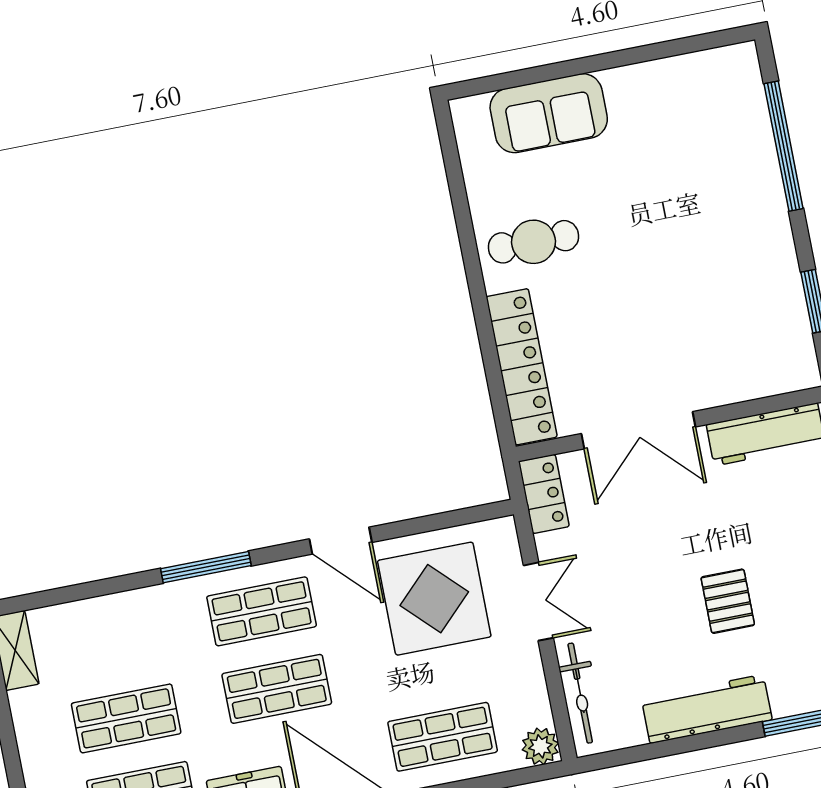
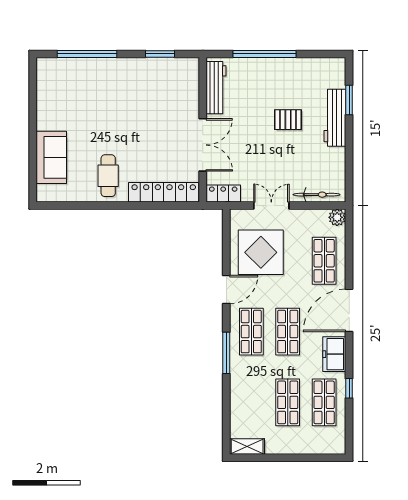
workbench: (707, 709) -> (335, 118), moved

